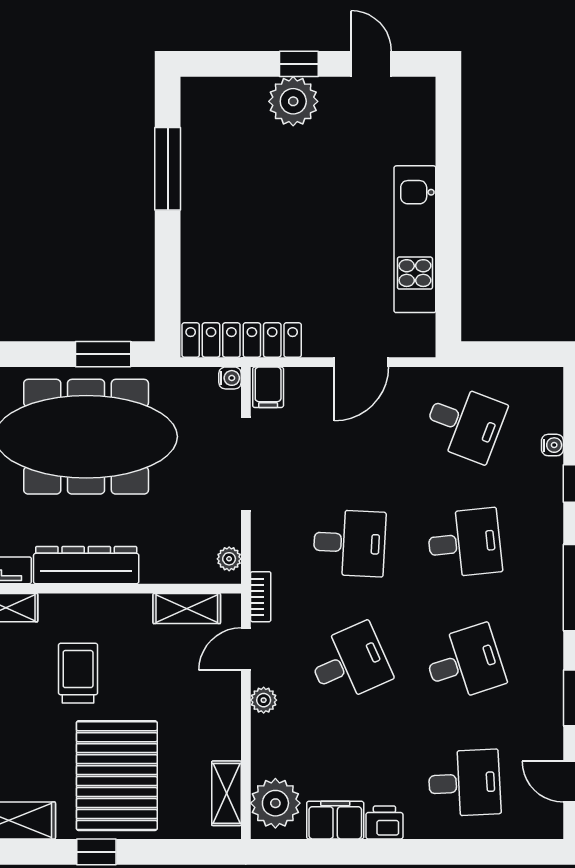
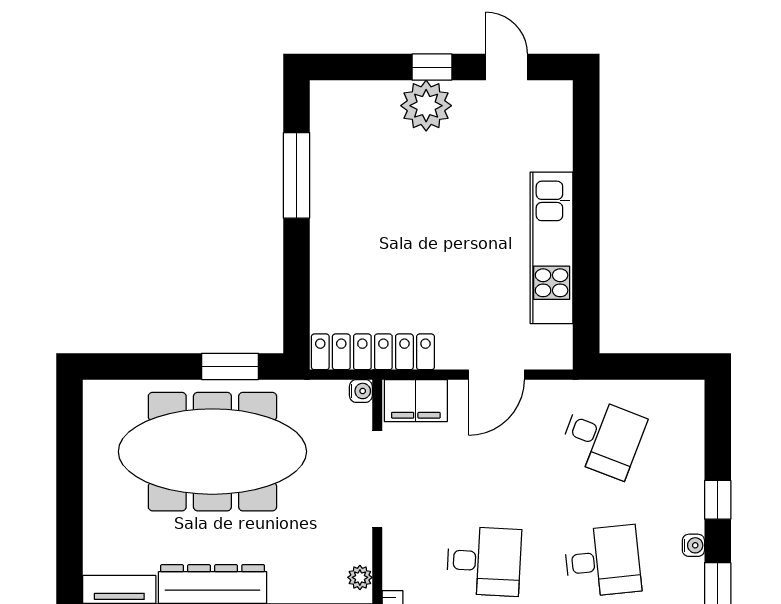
filing cabinet: (268, 387) -> (416, 401), width x2.00
water cooler: (552, 445) -> (693, 545), moved

